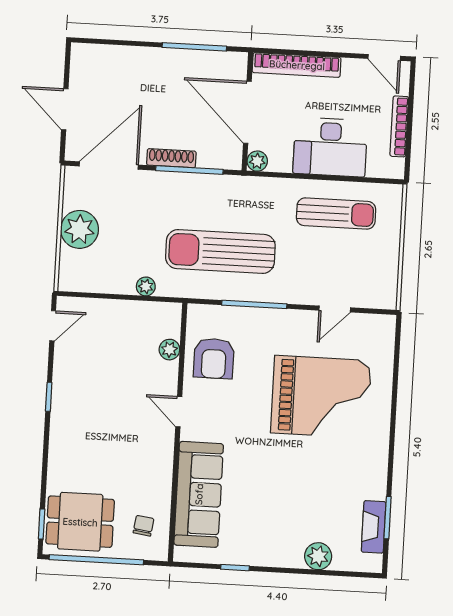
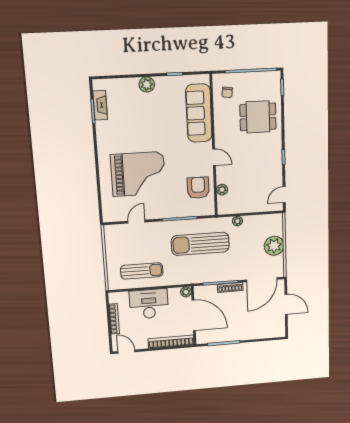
sun lounger: (336, 214) -> (142, 271), turned 180
sun lounger: (220, 251) -> (200, 244), turned 180
grand piano: (321, 397) -> (138, 174), turned 180
dining table: (80, 522) -> (258, 117), moved
plant: (318, 556) -> (147, 84), moved

